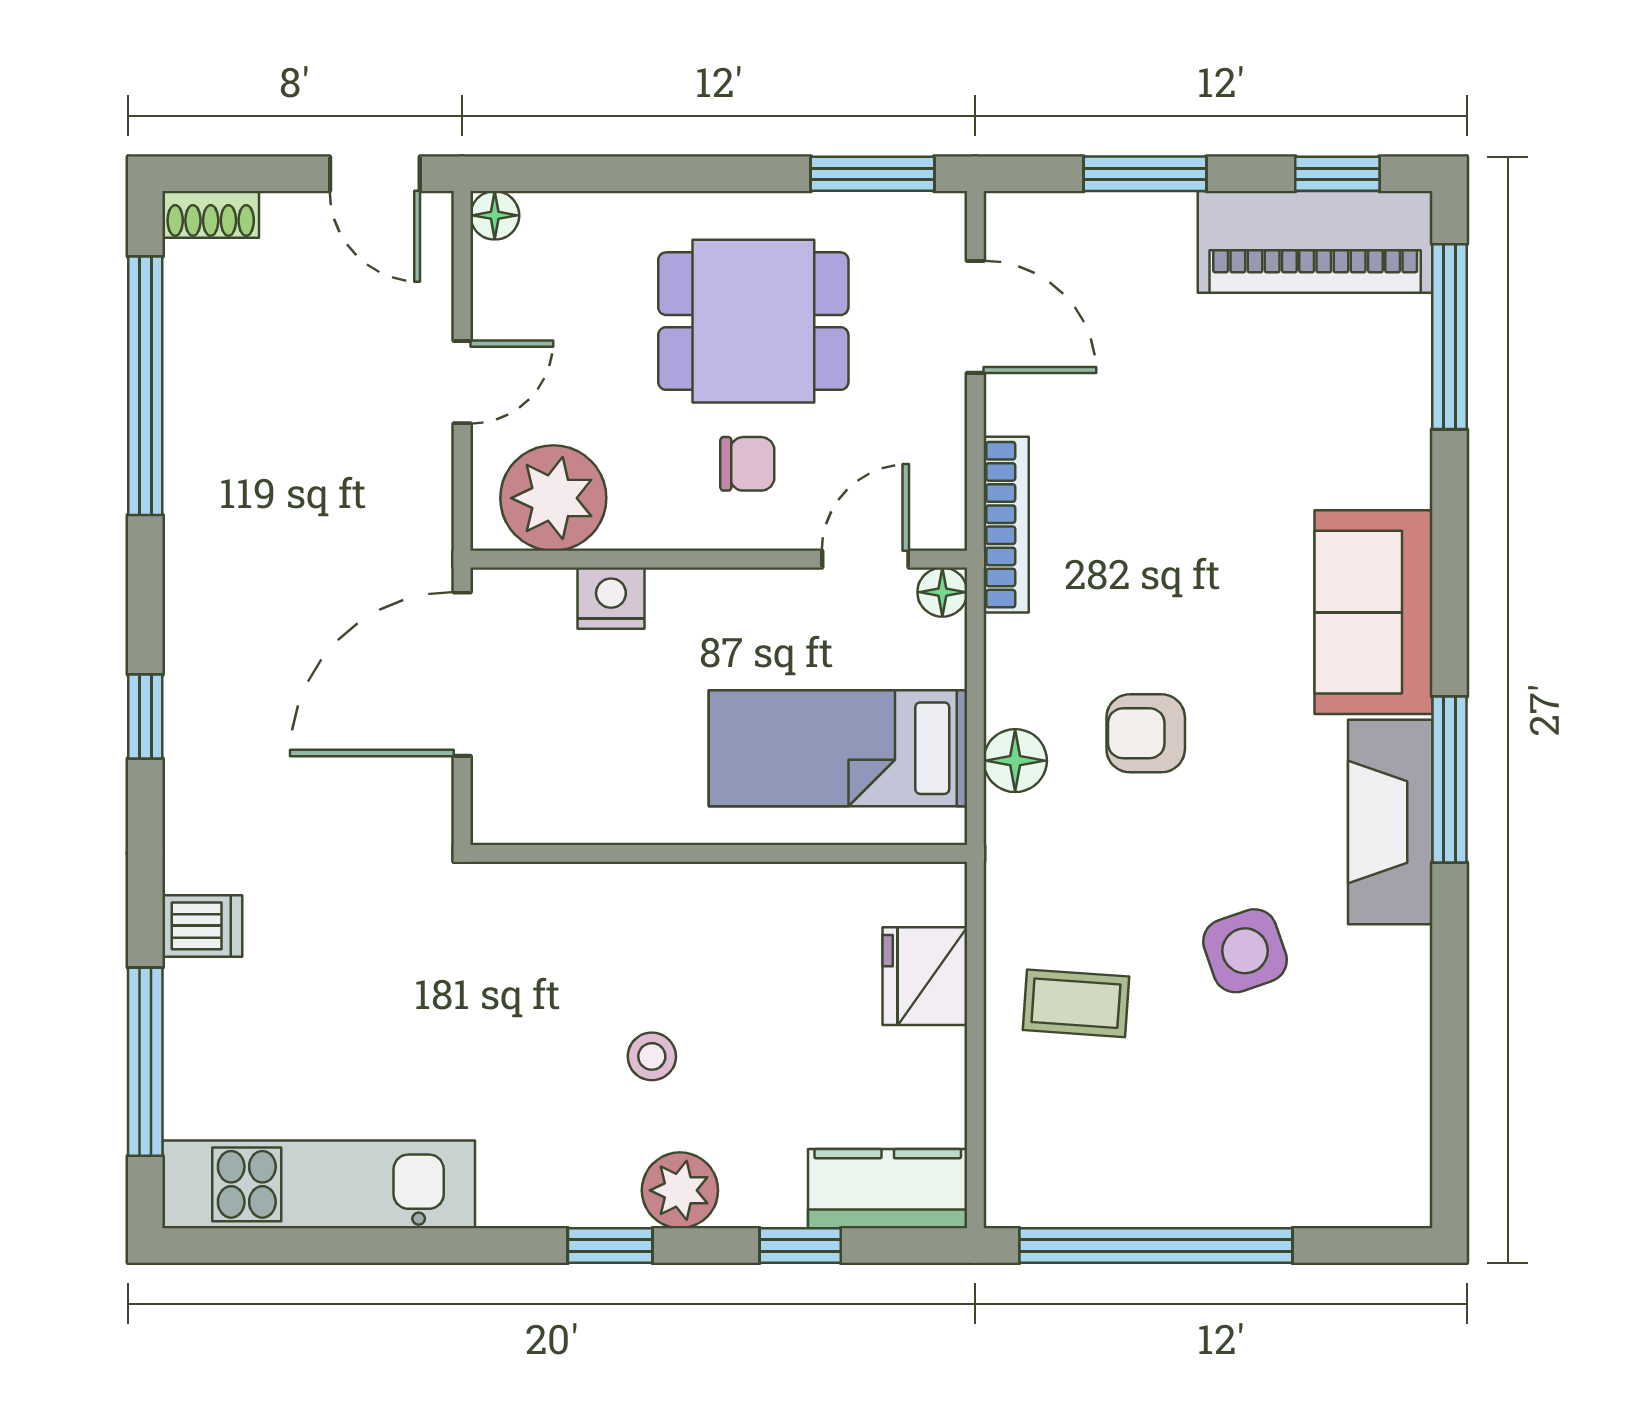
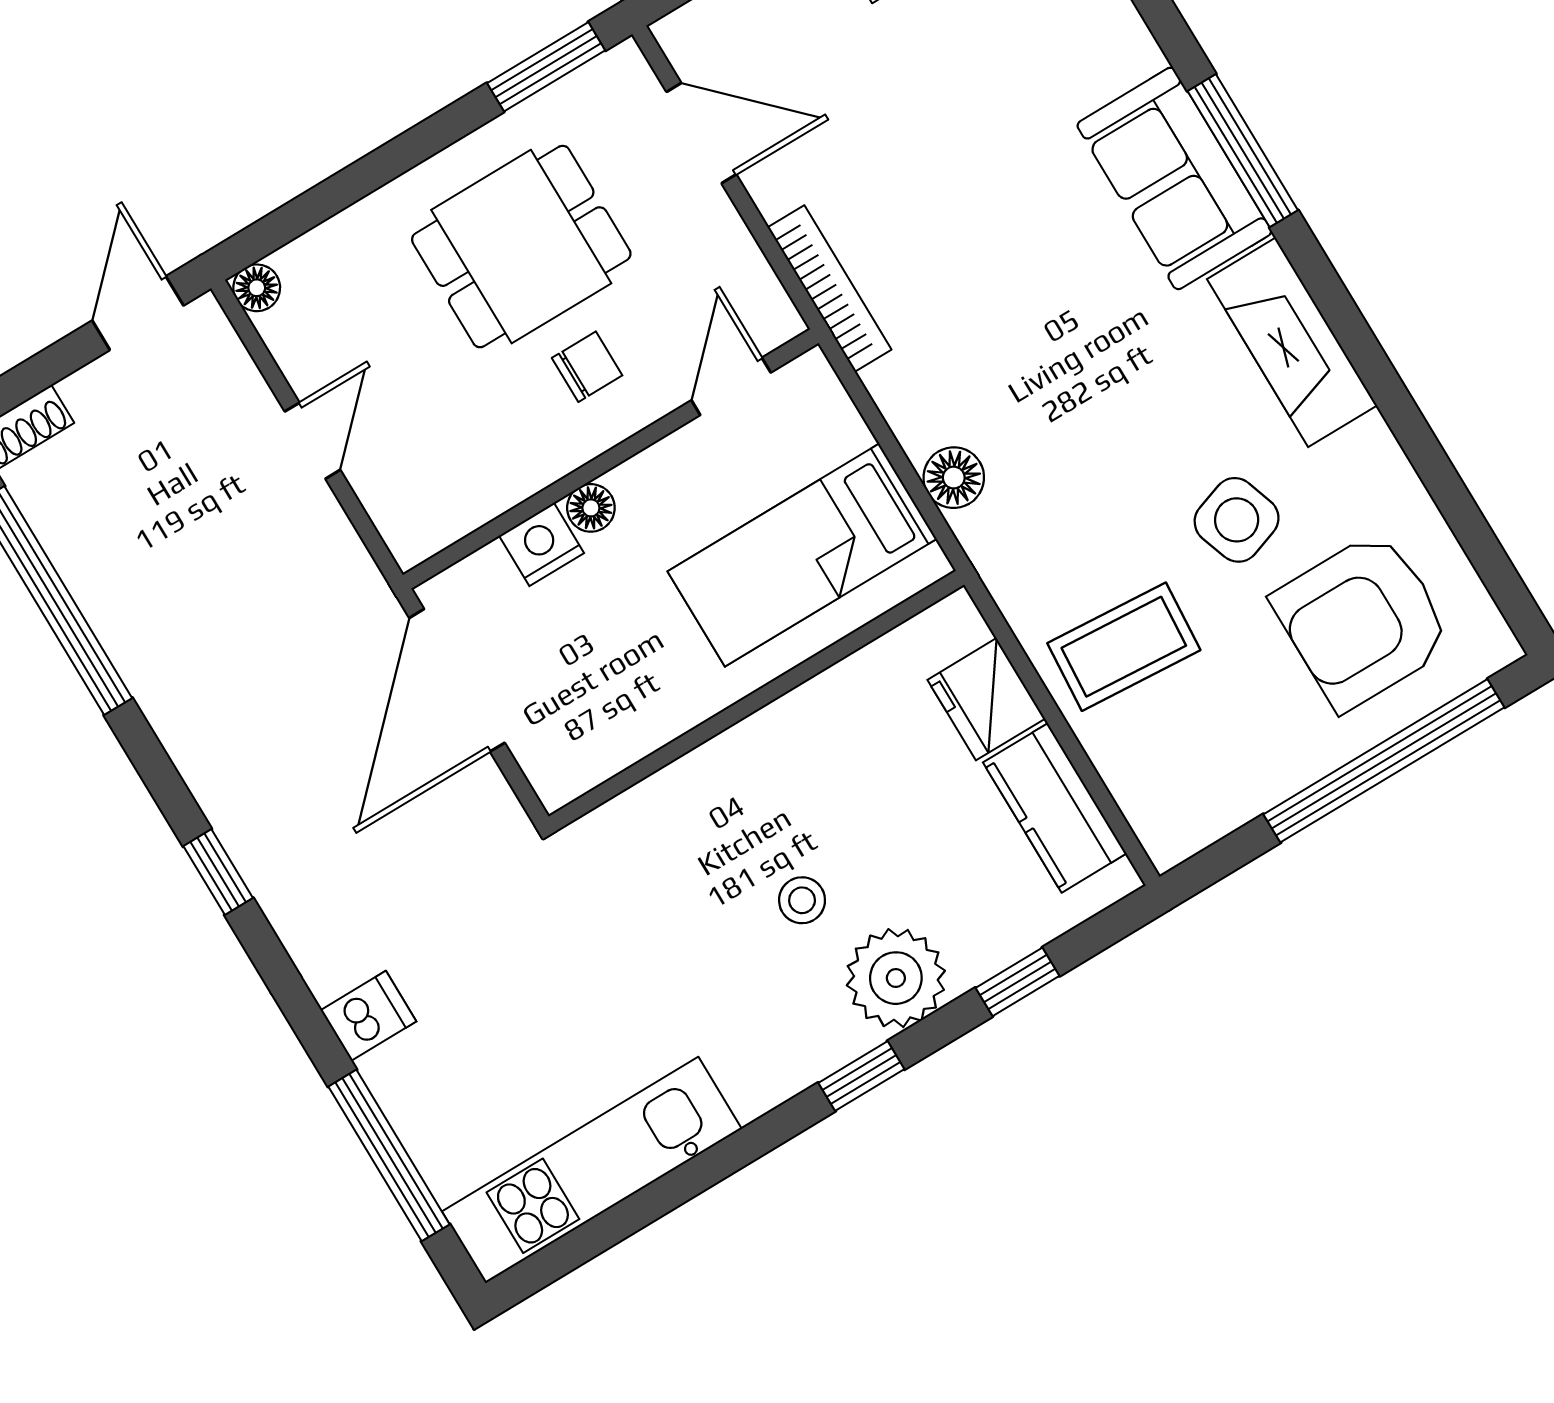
door: (375, 174) -> (138, 313), swing flipped
plant: (553, 498) -> (445, 491), removed
floor lamp: (942, 592) -> (591, 508), moved
armchair: (1146, 733) -> (1363, 620), moved, width x1.88, depth x1.88
window: (1450, 779) -> (1243, 151), moved
coffee table: (1076, 1003) -> (1124, 647), width x1.36, depth x1.30
kitchen counter: (888, 1189) -> (1055, 808), moved, turned -90
plant: (680, 1190) -> (896, 978), width x1.36, depth x1.36
window: (1156, 1245) -> (1384, 761), moved

